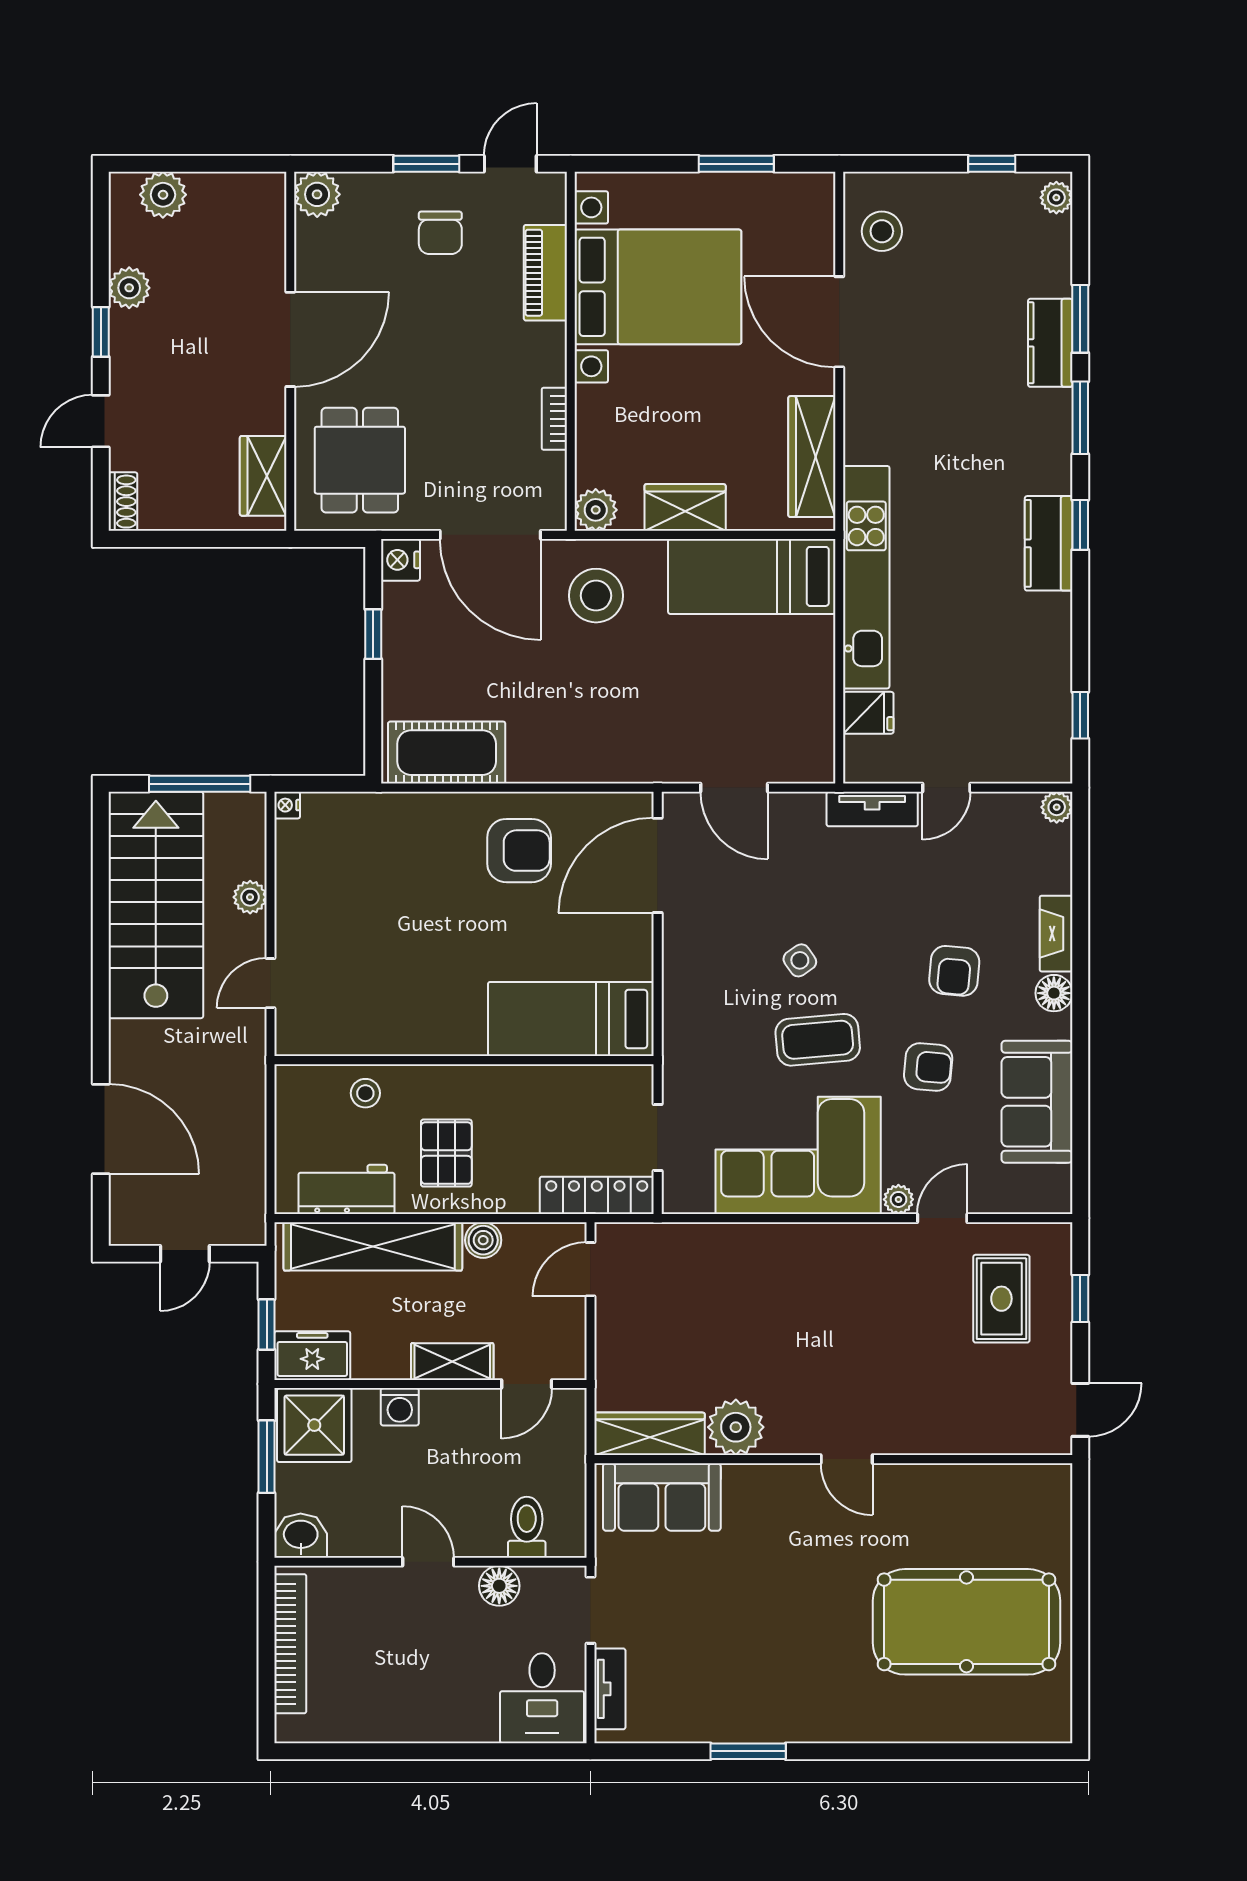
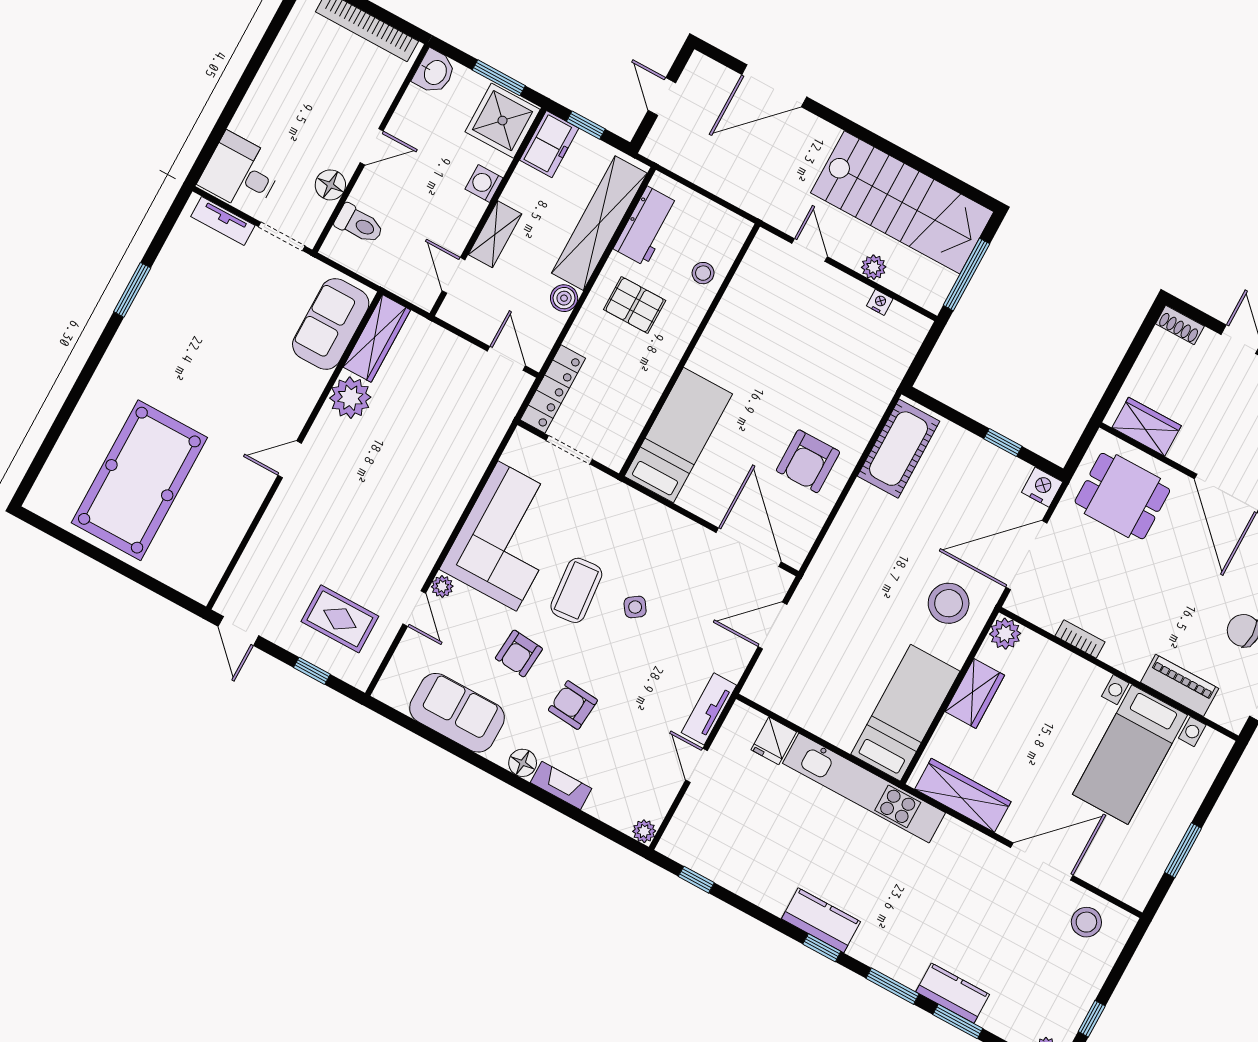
bed with nightstands: (658, 287) -> (1130, 755), width x0.73
nightstand: (287, 805) -> (880, 302), moved

